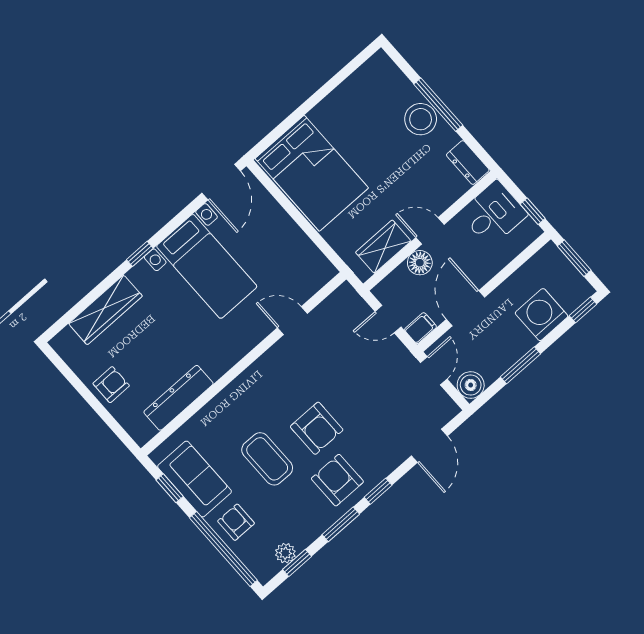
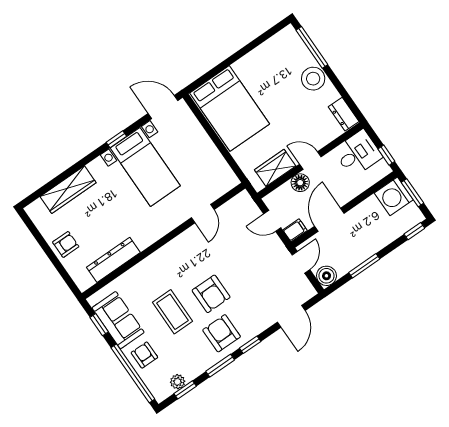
window: (438, 105) -> (312, 47), moved
door: (221, 182) -> (163, 107), swing flipped
window: (140, 254) -> (116, 139), moved
washing machine: (542, 315) -> (394, 196), moved, turned -90
door: (292, 321) -> (203, 214), swing flipped

